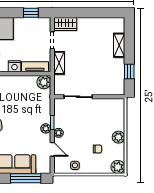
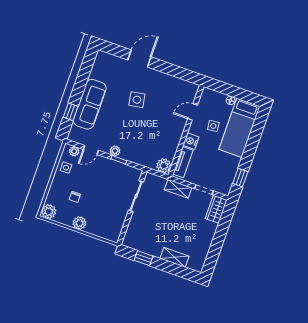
plant: (59, 133) -> (74, 151), moved
window: (26, 178) -> (71, 112), width x0.46

